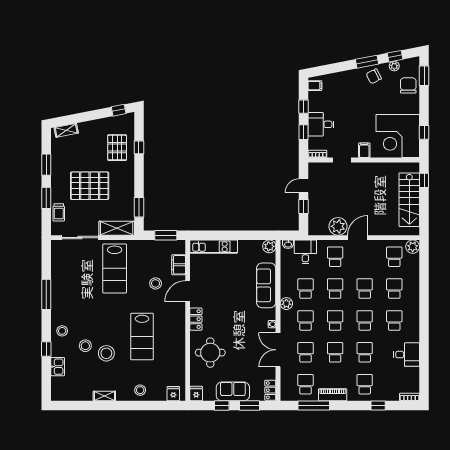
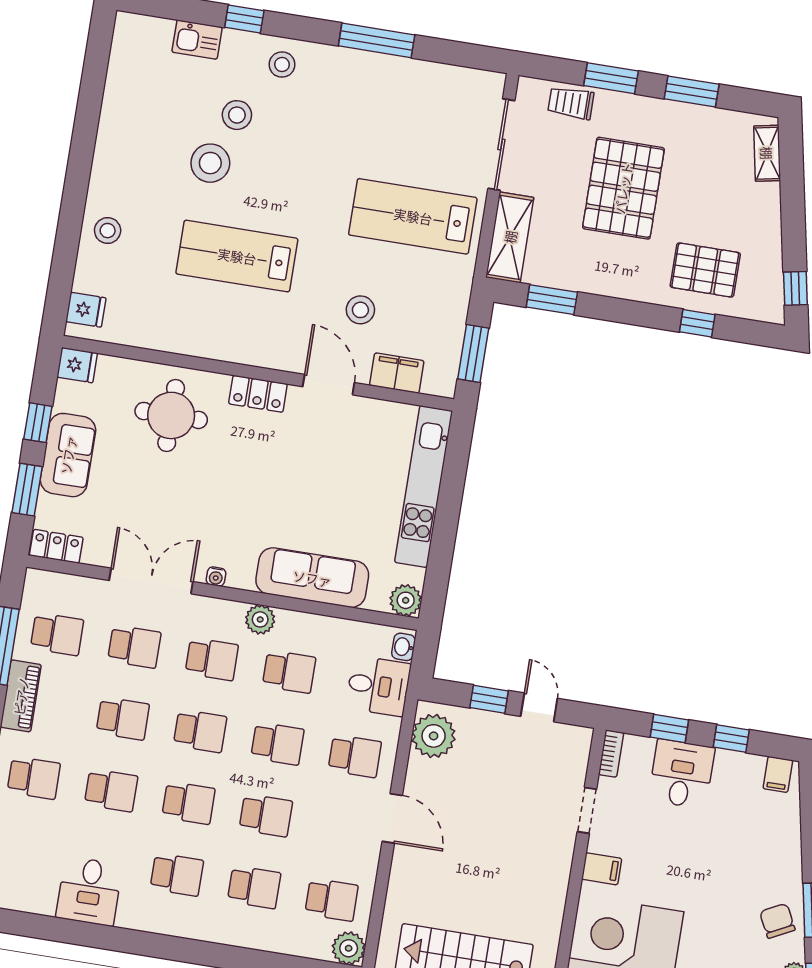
plant: (338, 226) -> (434, 736), moved
kitchen unit: (214, 247) -> (424, 486), width x1.36
shelving: (104, 396) -> (107, 142), removed

